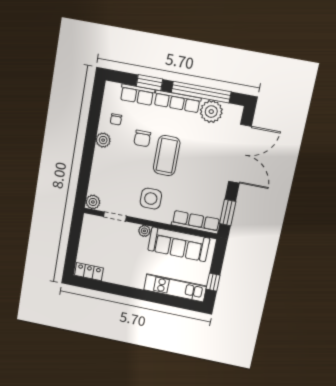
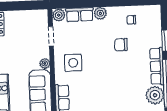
row of seats: (137, 95) -> (80, 15), moved, turned -90
plant: (103, 140) -> (100, 13), moved
coffee table: (167, 156) -> (112, 68), removed

